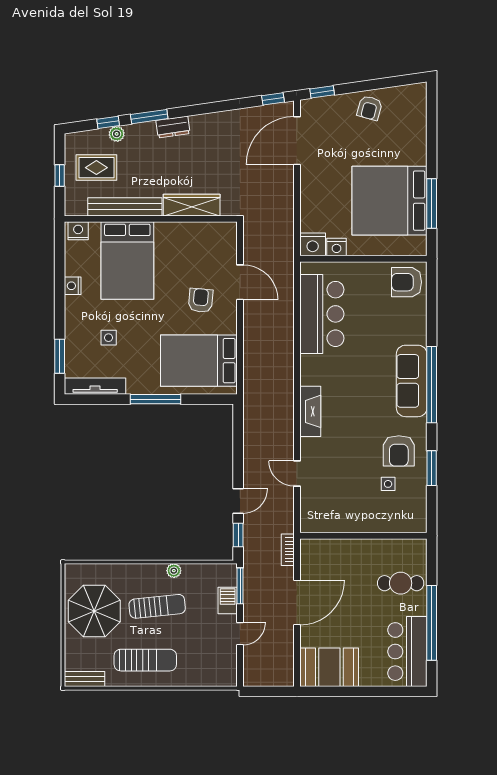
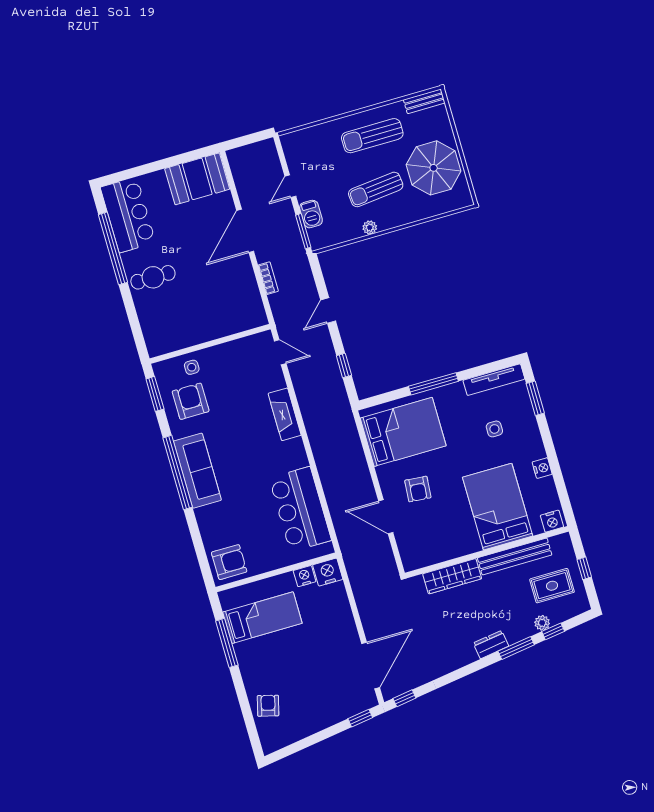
armchair: (370, 108) -> (268, 706), moved
bed: (390, 201) -> (262, 618), width x0.49
window: (238, 535) -> (344, 365), moved
wall: (363, 536) -> (210, 344), moved

